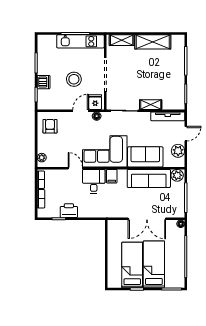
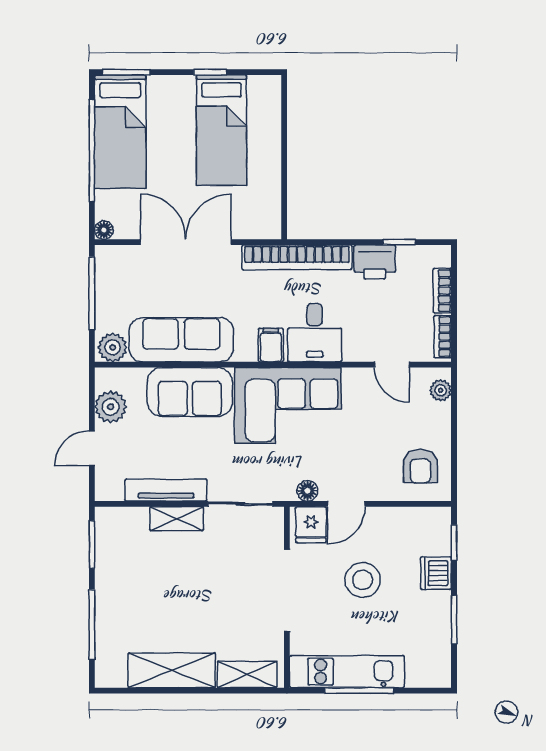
tv unit: (168, 116) -> (166, 490), moved
door: (75, 168) -> (392, 365), moved
bookcase: (101, 213) -> (297, 257), added
bed: (154, 264) -> (120, 132), moved

